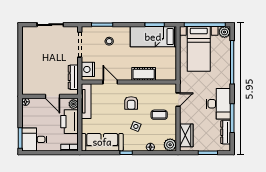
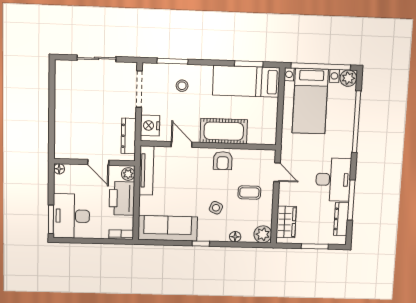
cot: (144, 74) -> (224, 131), width x1.37, depth x1.34
door: (178, 100) -> (277, 172), hinge flipped
armchair: (131, 103) -> (223, 161), moved
desk: (34, 139) -> (71, 216), width x1.37

